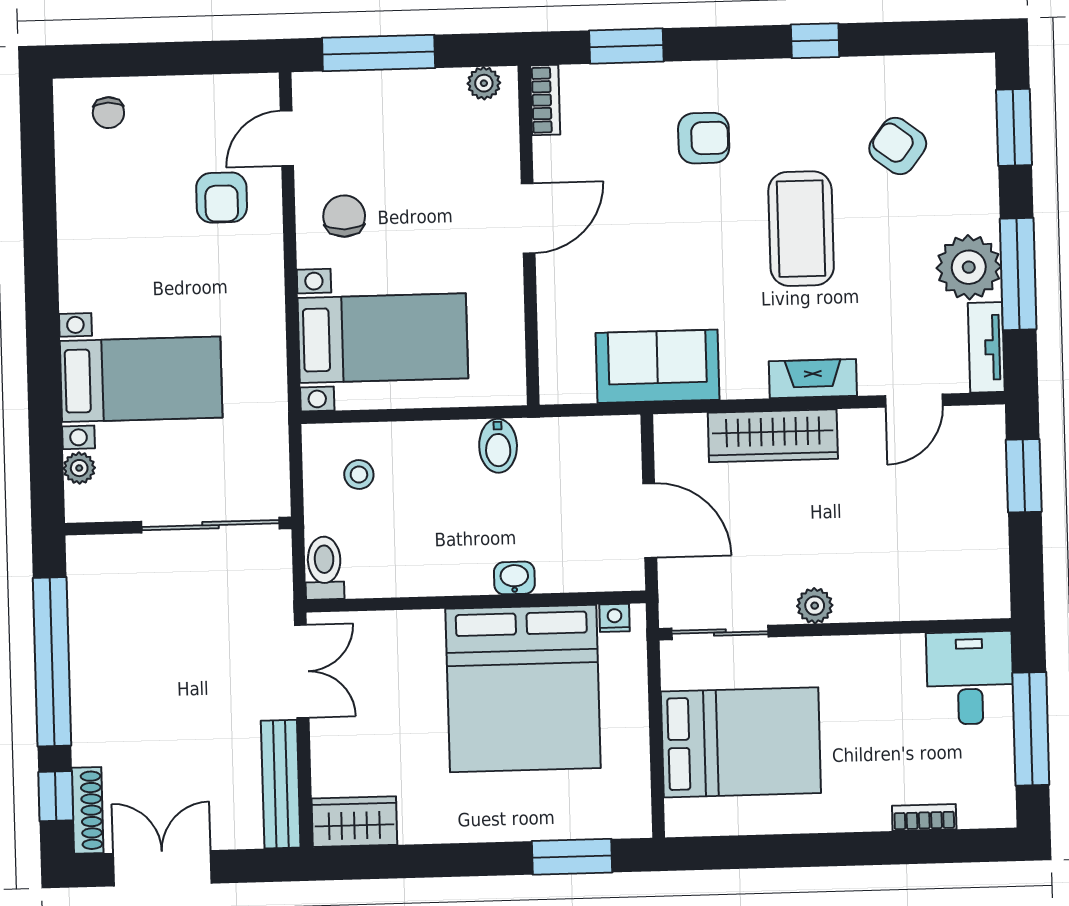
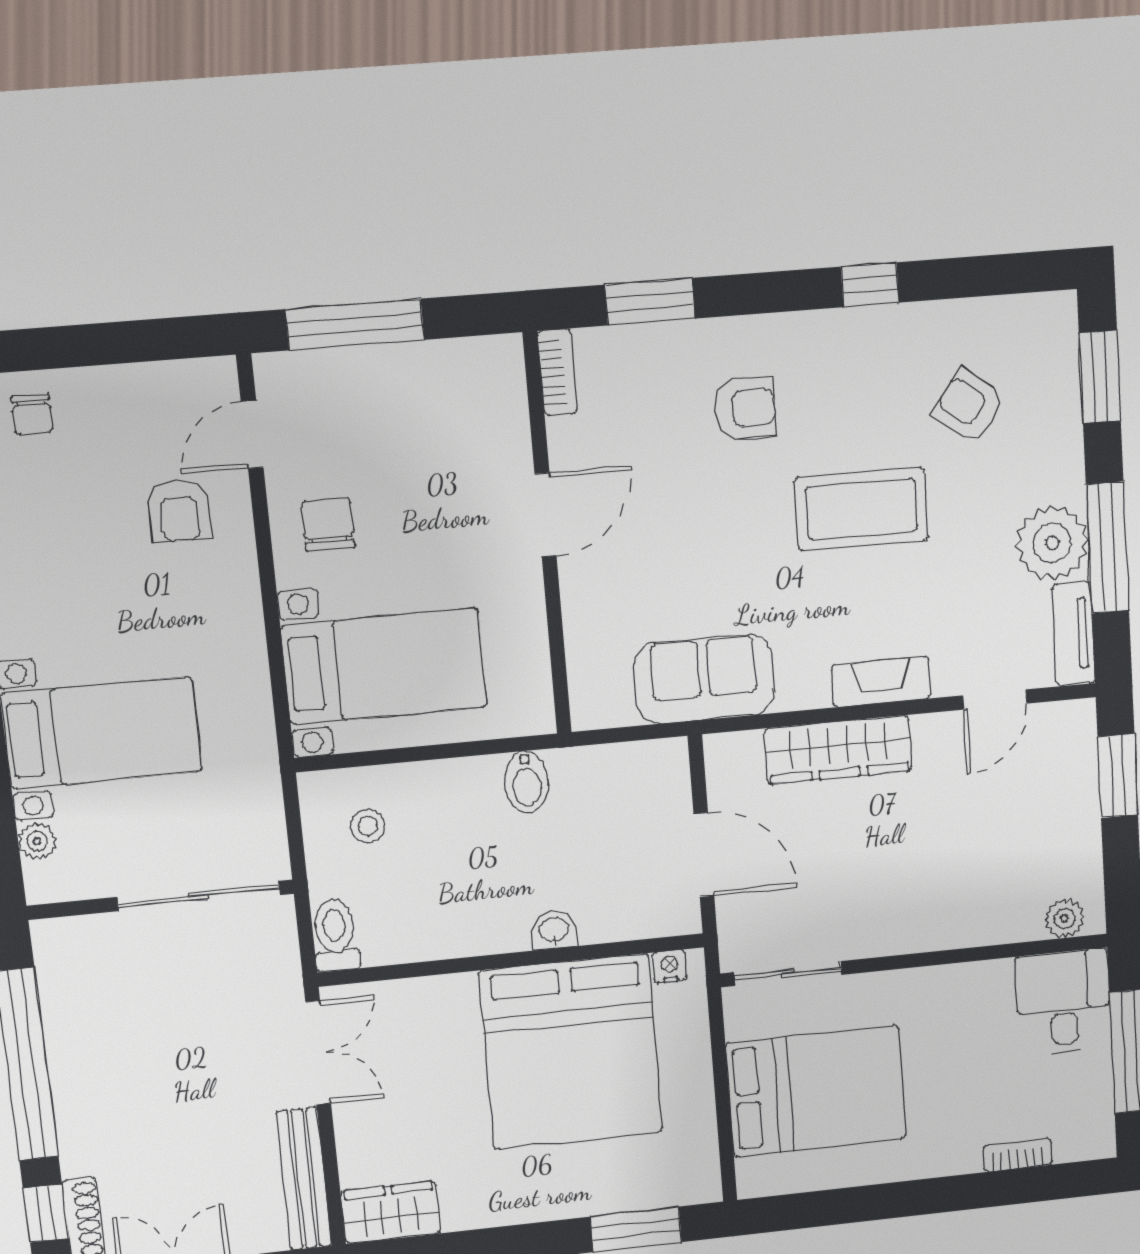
plant: (484, 83) -> (484, 355), removed
coffee table: (801, 229) -> (862, 509), turned 90
plant: (815, 606) -> (1065, 918), moved

